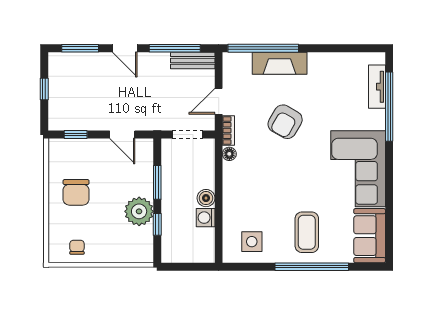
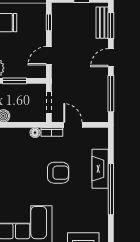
window: (263, 48) -> (111, 189), moved
bench: (193, 60) -> (102, 23), moved
armchair: (285, 122) -> (58, 173), turned 150

